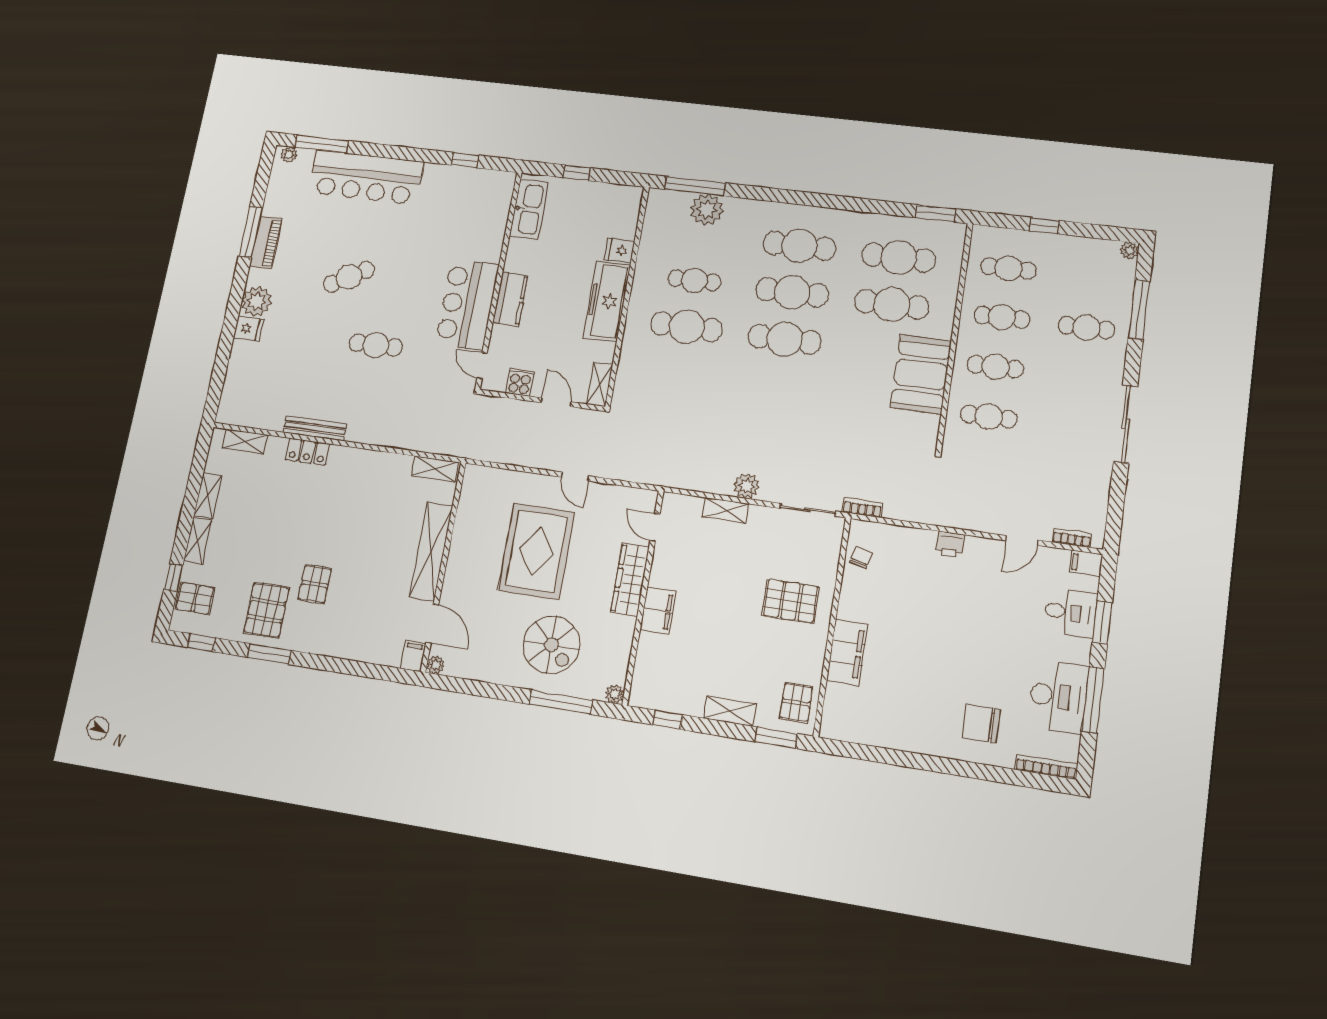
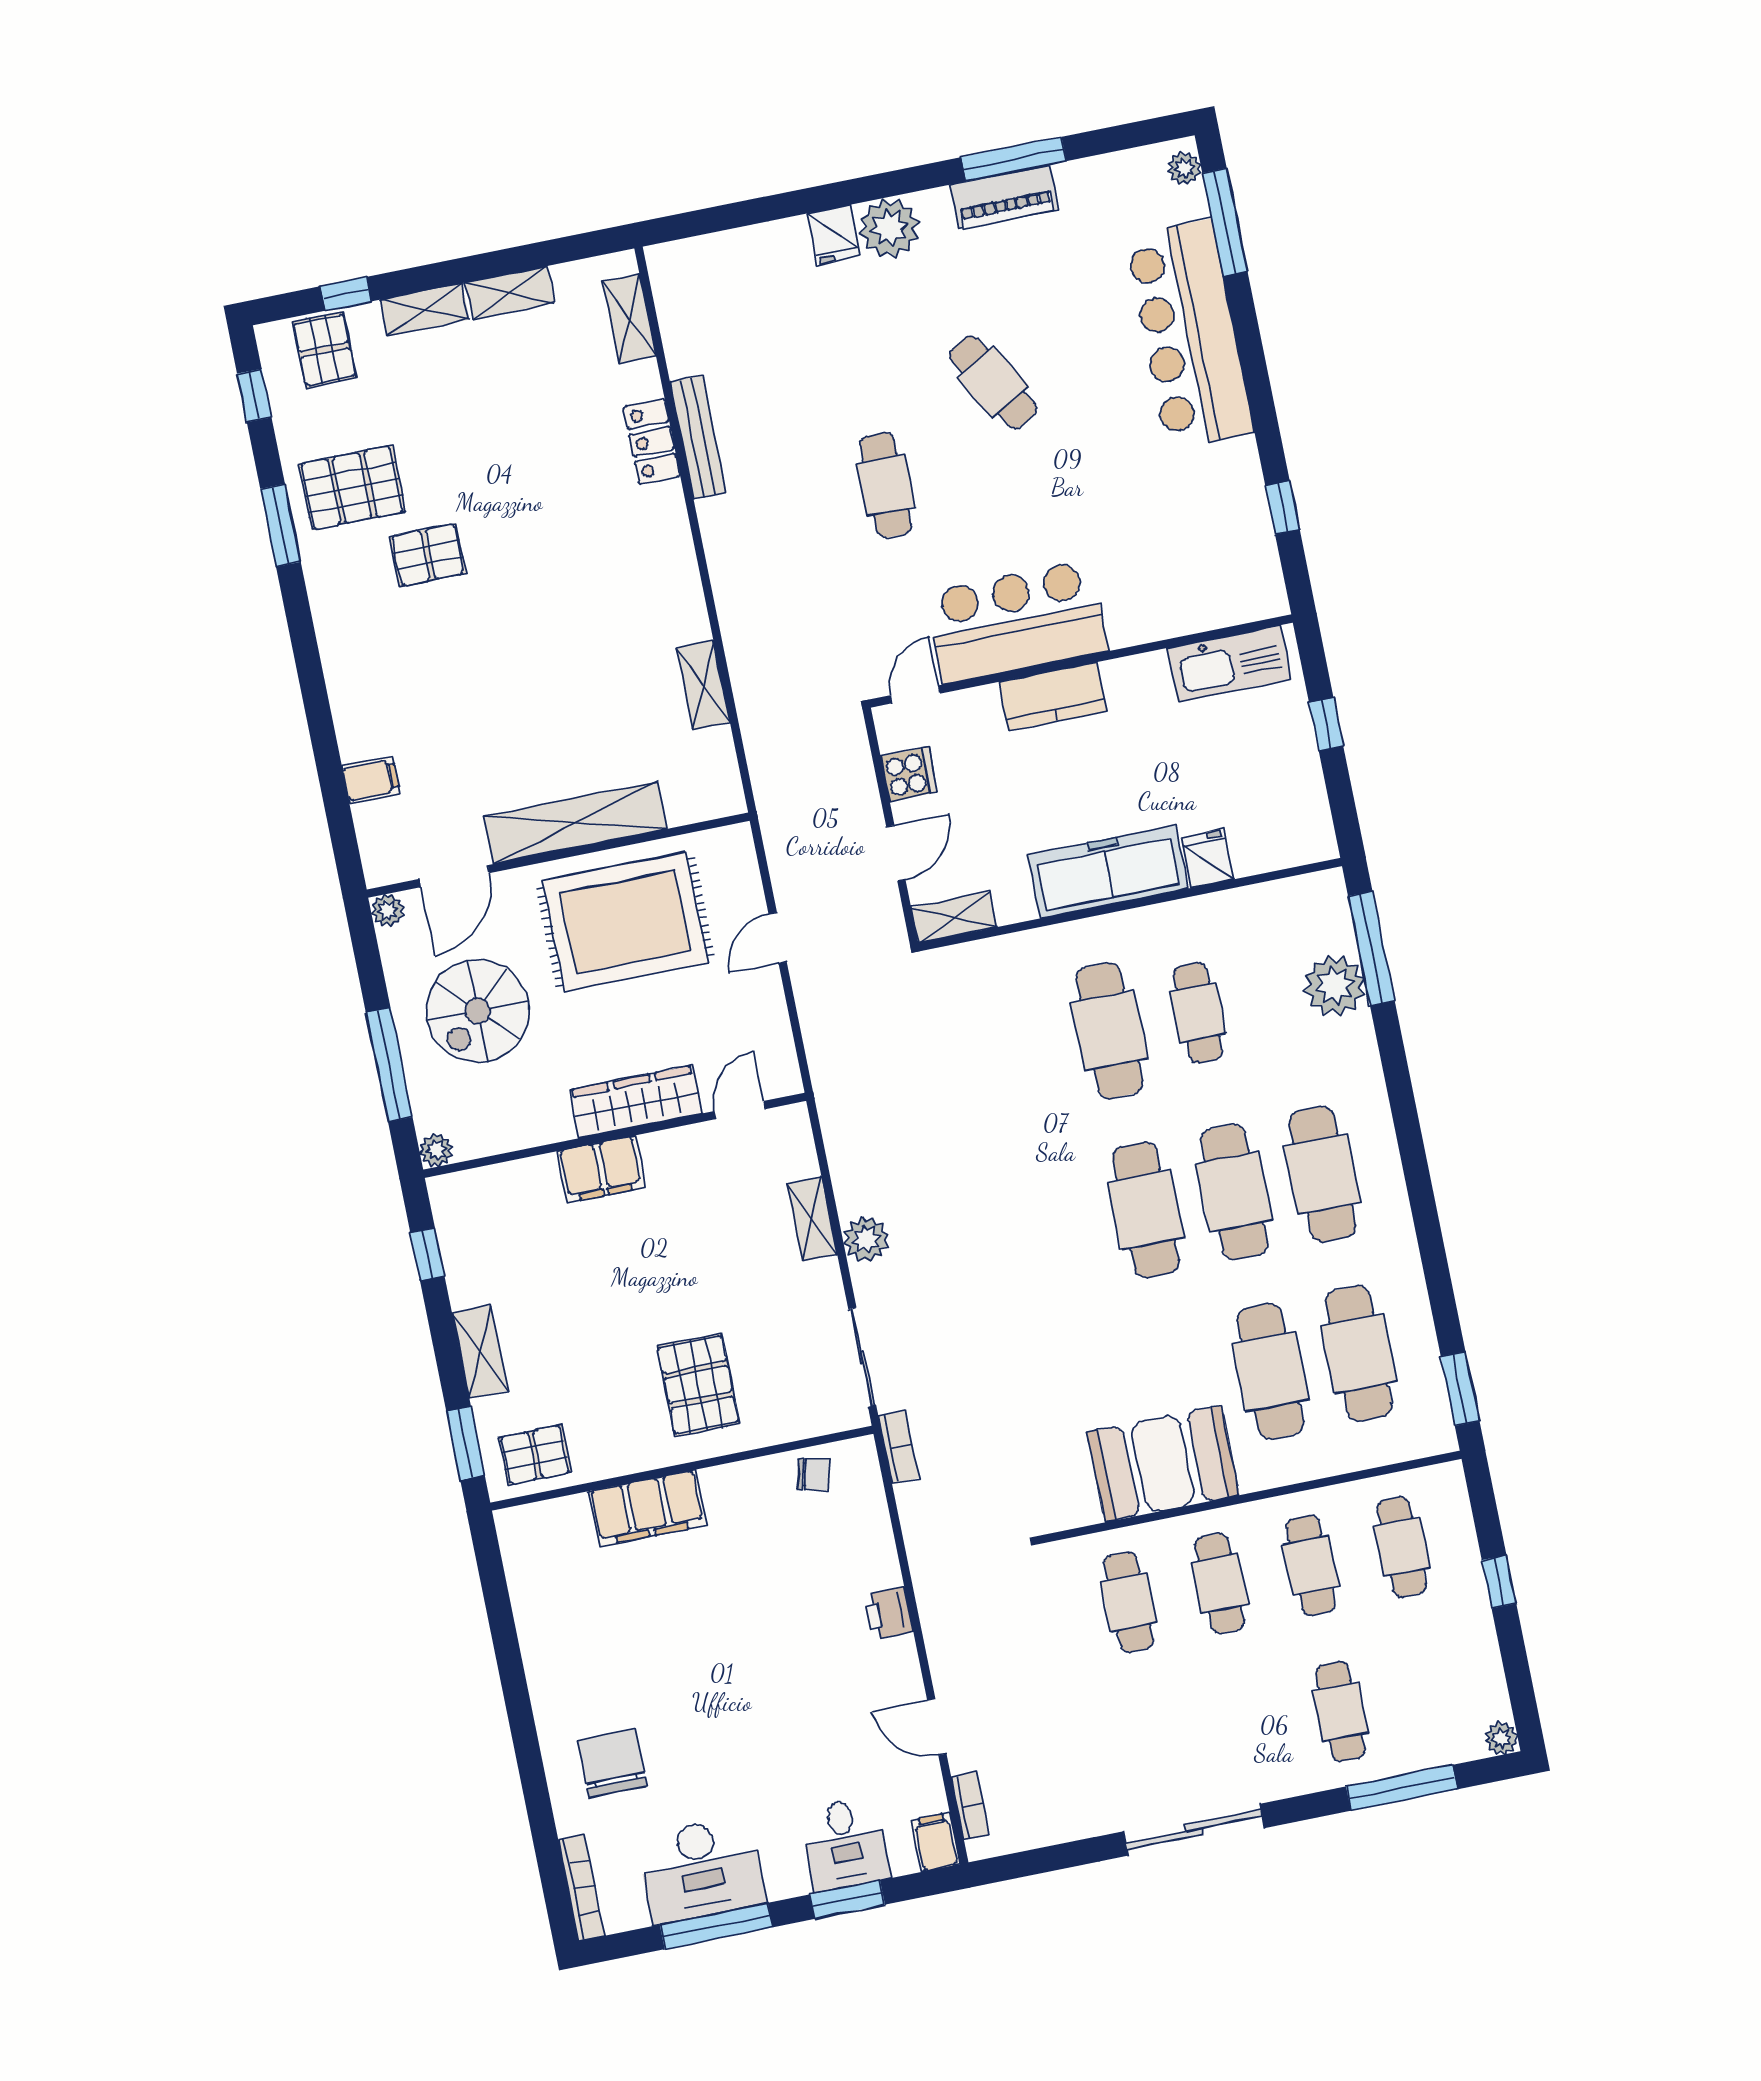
shelving: (431, 551) -> (575, 823), moved
wall: (443, 566) -> (558, 855), moved
door: (432, 624) -> (454, 876), moved
plant: (436, 665) -> (388, 911), moved

